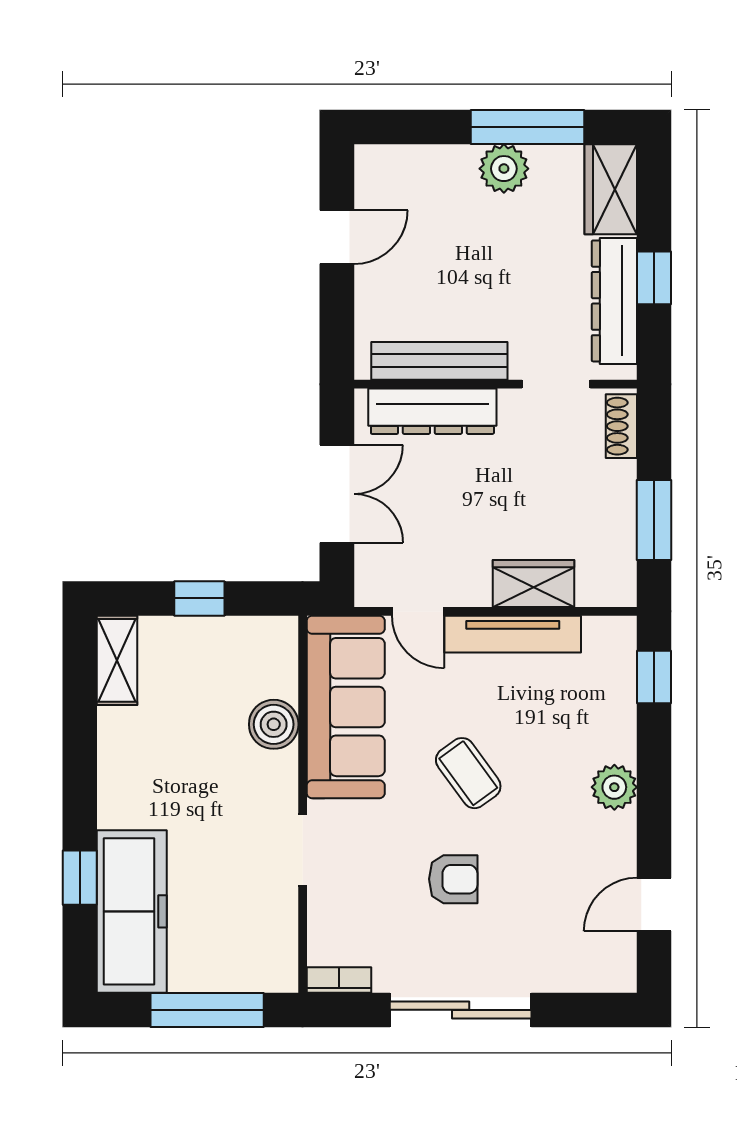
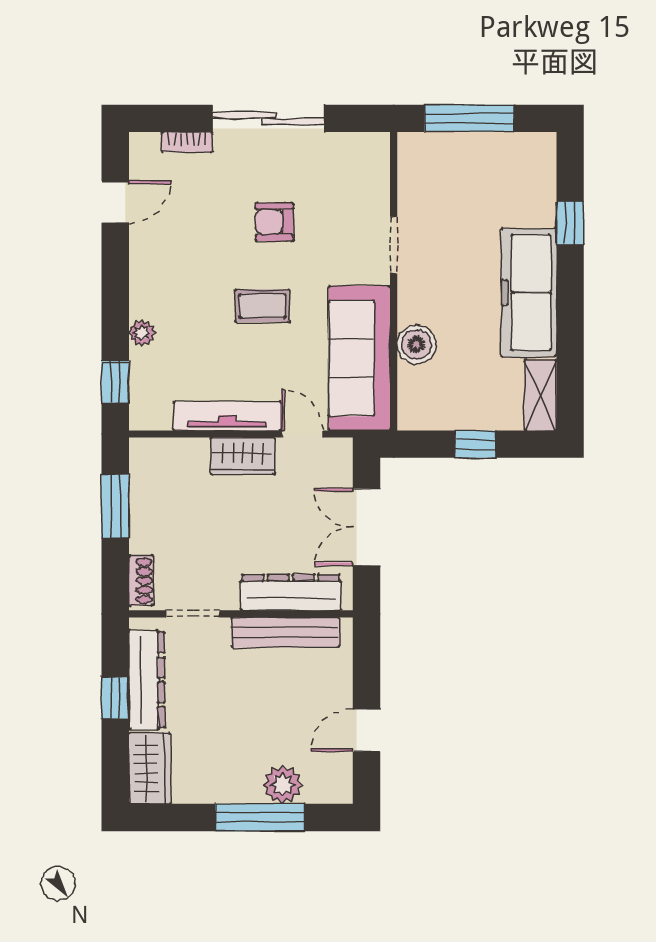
window: (528, 127) -> (260, 818), moved
plant: (504, 169) -> (283, 785), moved
wardrobe: (534, 583) -> (243, 456), moved
coffee table: (468, 773) -> (262, 306), turned -54
plant: (614, 787) -> (142, 333), moved, width x0.73, depth x0.73
freezer: (132, 911) -> (529, 293), moved
bookcase: (339, 980) -> (187, 142), moved

